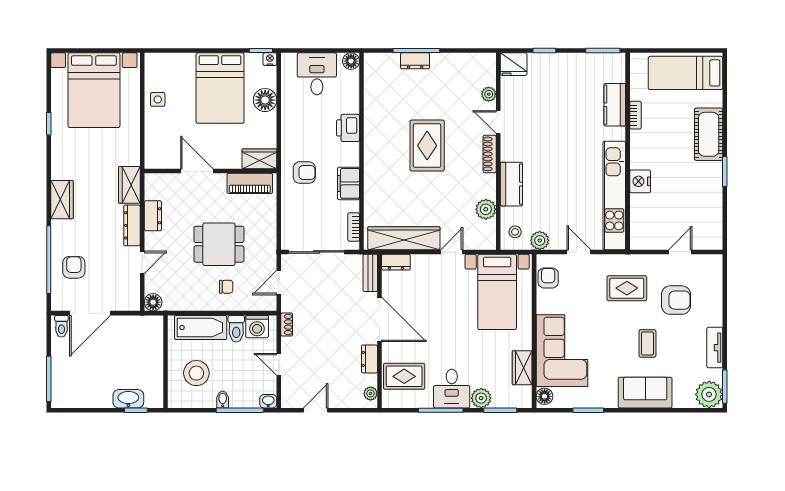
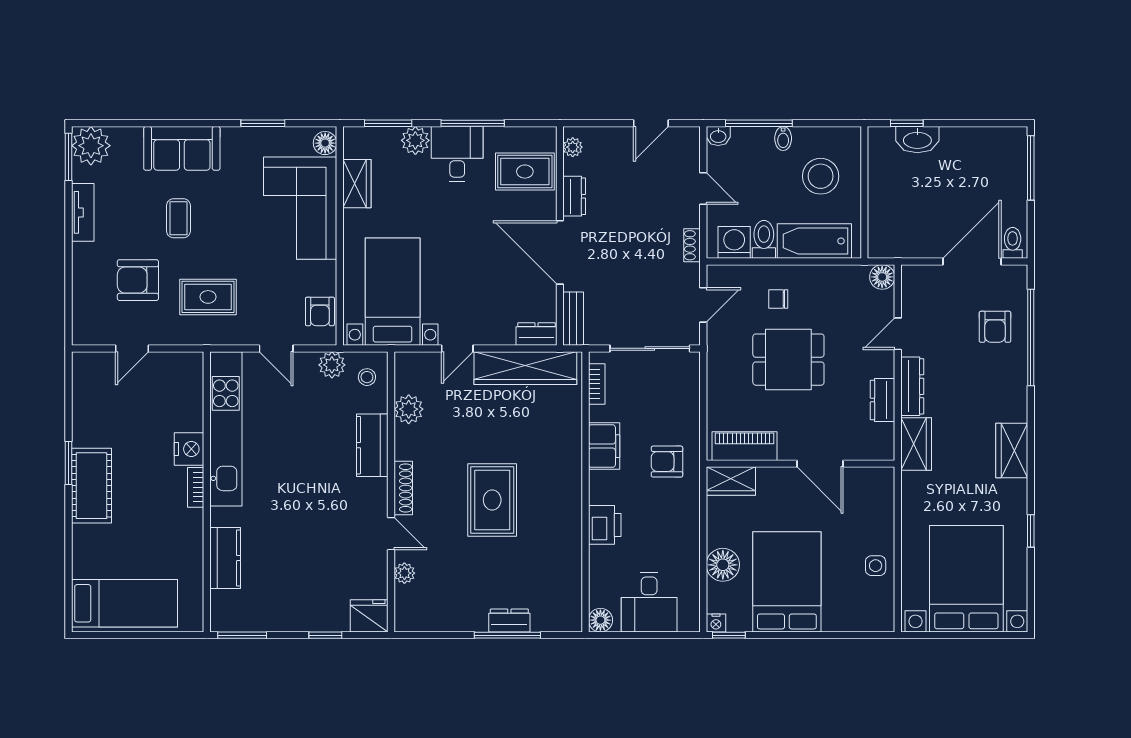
bookcase: (635, 115) -> (196, 487), moved
cot: (709, 134) -> (92, 486), moved
wardrobe: (62, 200) -> (1012, 451), moved

